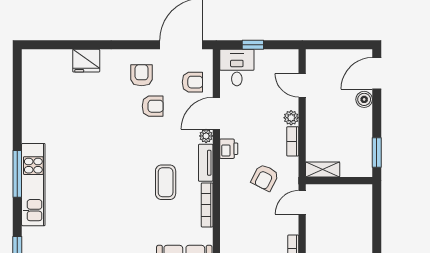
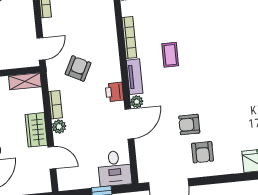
armchair: (192, 82) -> (155, 151), removed
wardrobe: (316, 117) -> (36, 130), added
coffee table: (166, 182) -> (170, 55), width x0.73, depth x0.77

